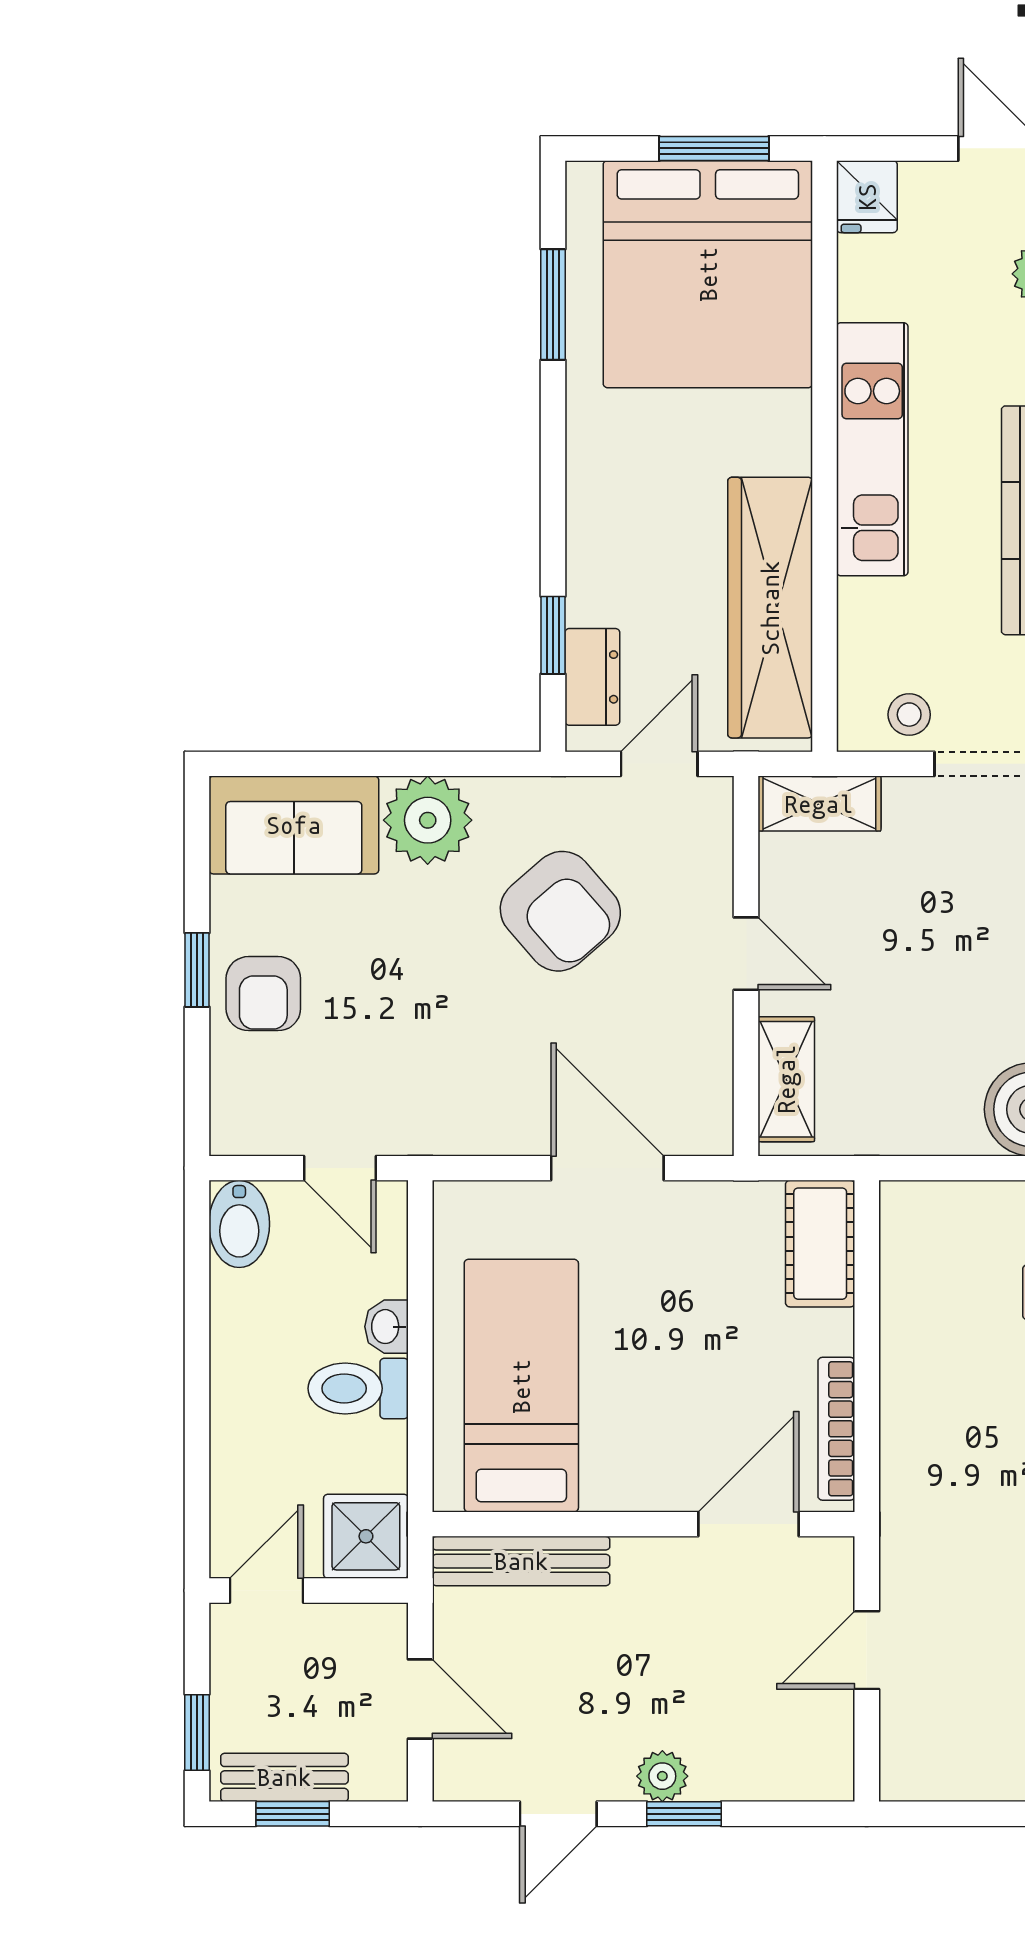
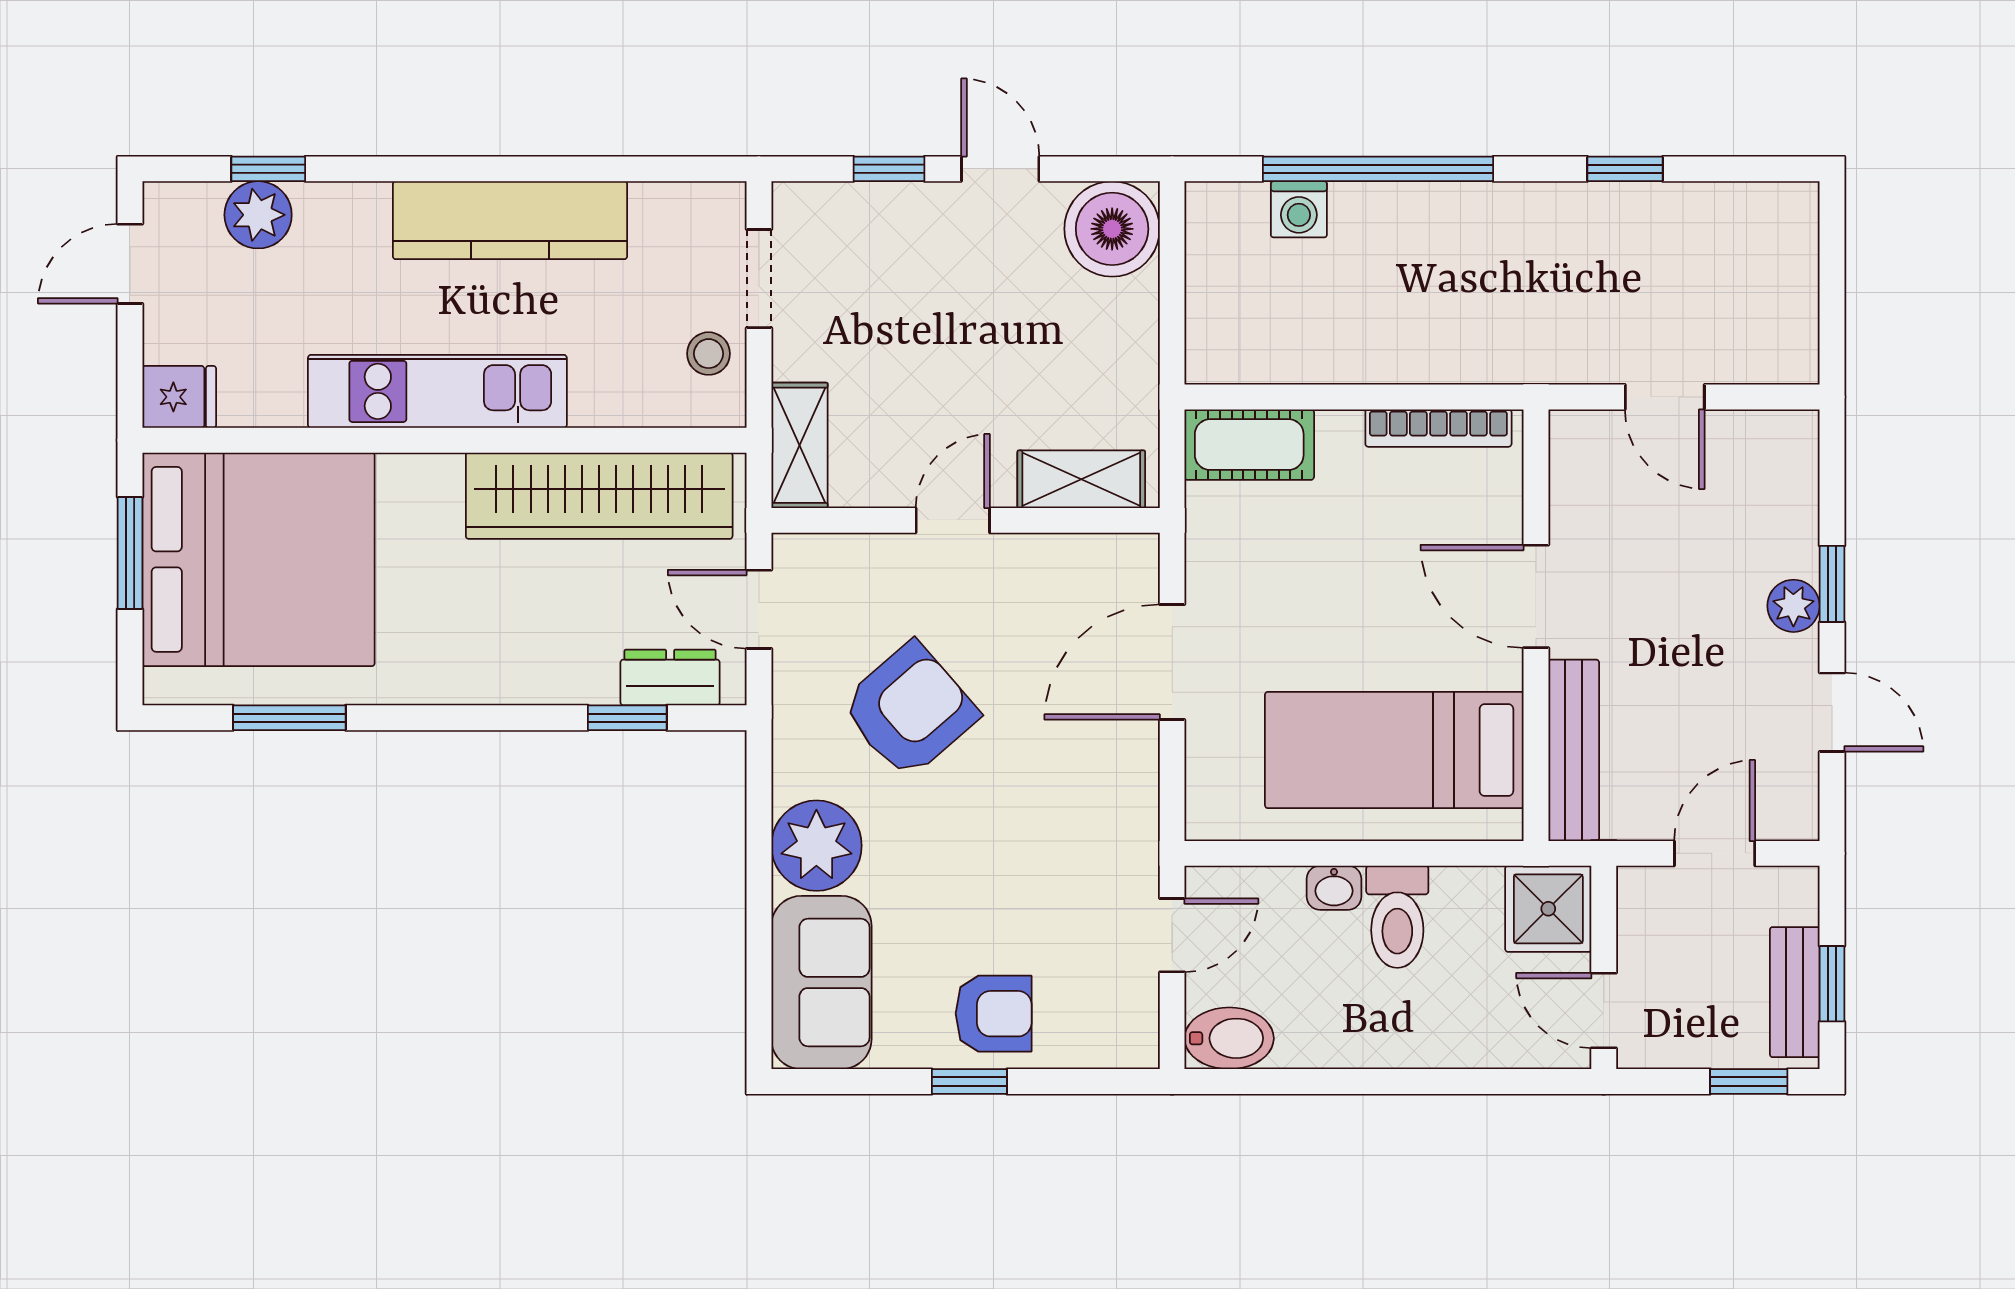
door: (749, 1524) -> (1536, 596), moved

